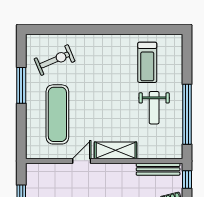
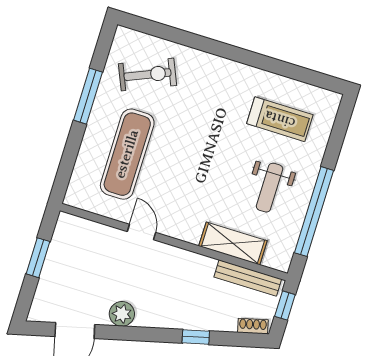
treadmill: (147, 62) -> (280, 119), turned -90
shelving: (116, 150) -> (233, 243), moved
door: (82, 161) -> (141, 232), hinge flipped

